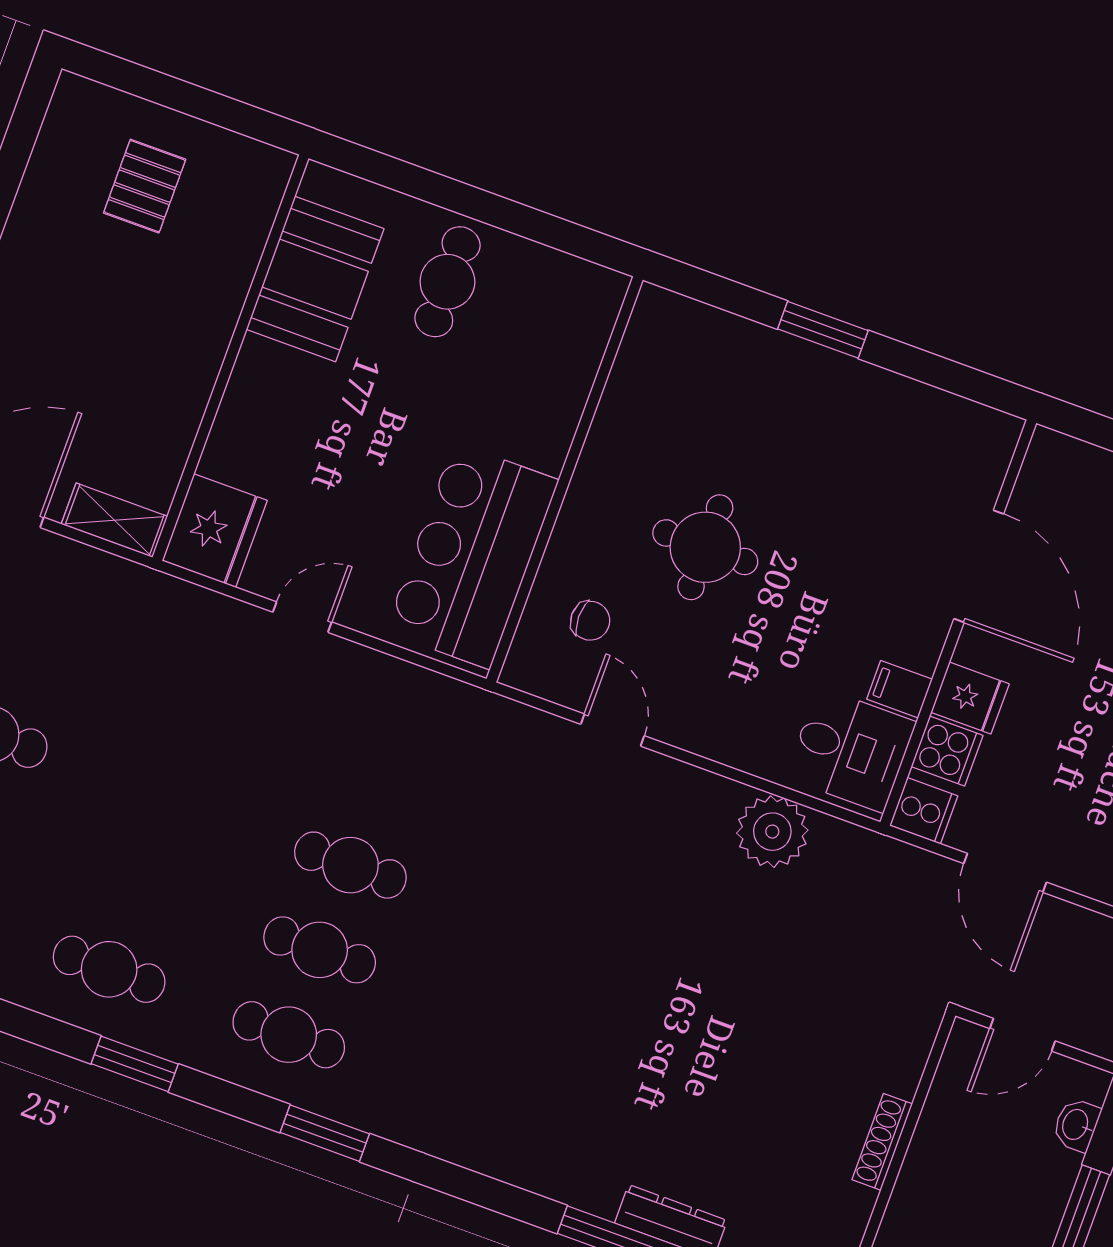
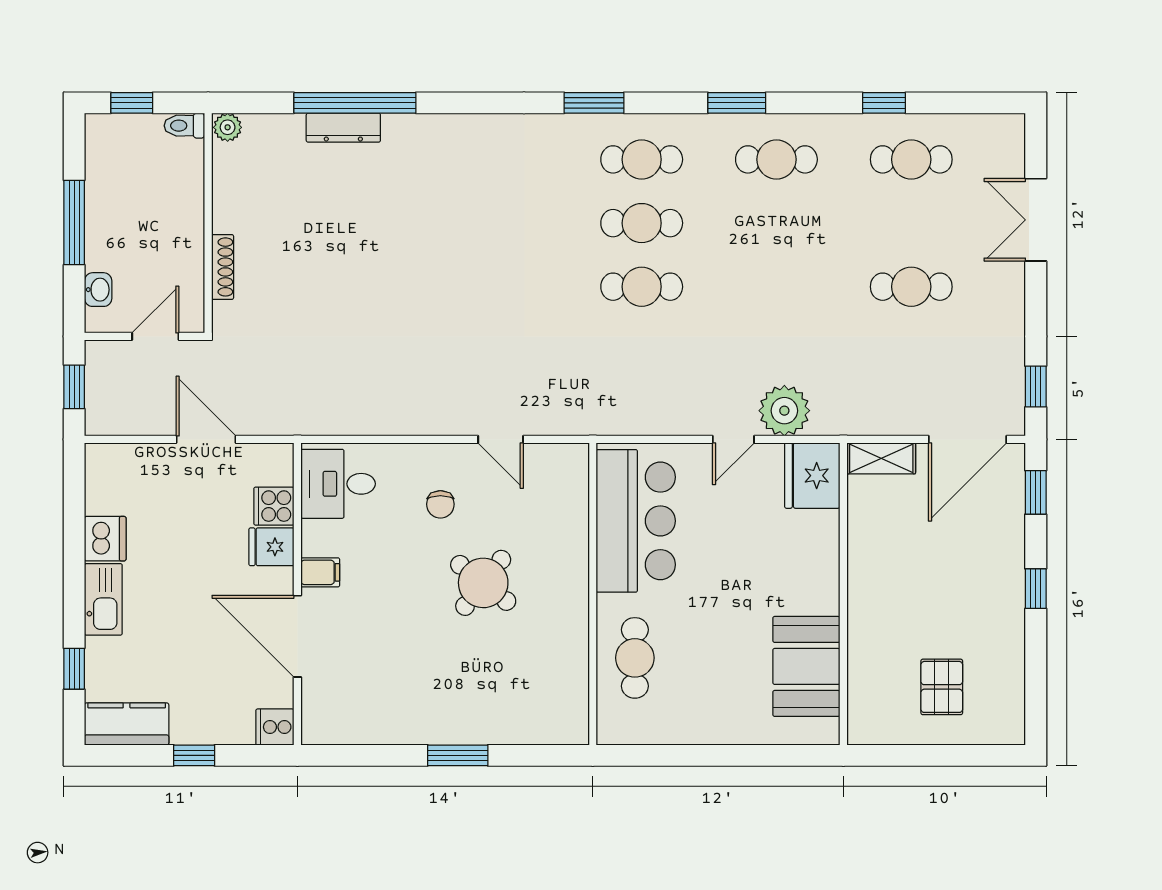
cafe table: (447, 282) -> (635, 658), moved
round table: (705, 547) -> (483, 583), turned 38
chair: (590, 621) -> (440, 504), moved, turned -90
filing cabinet: (900, 689) -> (320, 572), moved
cooker: (924, 811) -> (275, 727), moved
plant: (772, 832) -> (784, 411), moved
shoe rack: (882, 1142) -> (223, 267), moved

